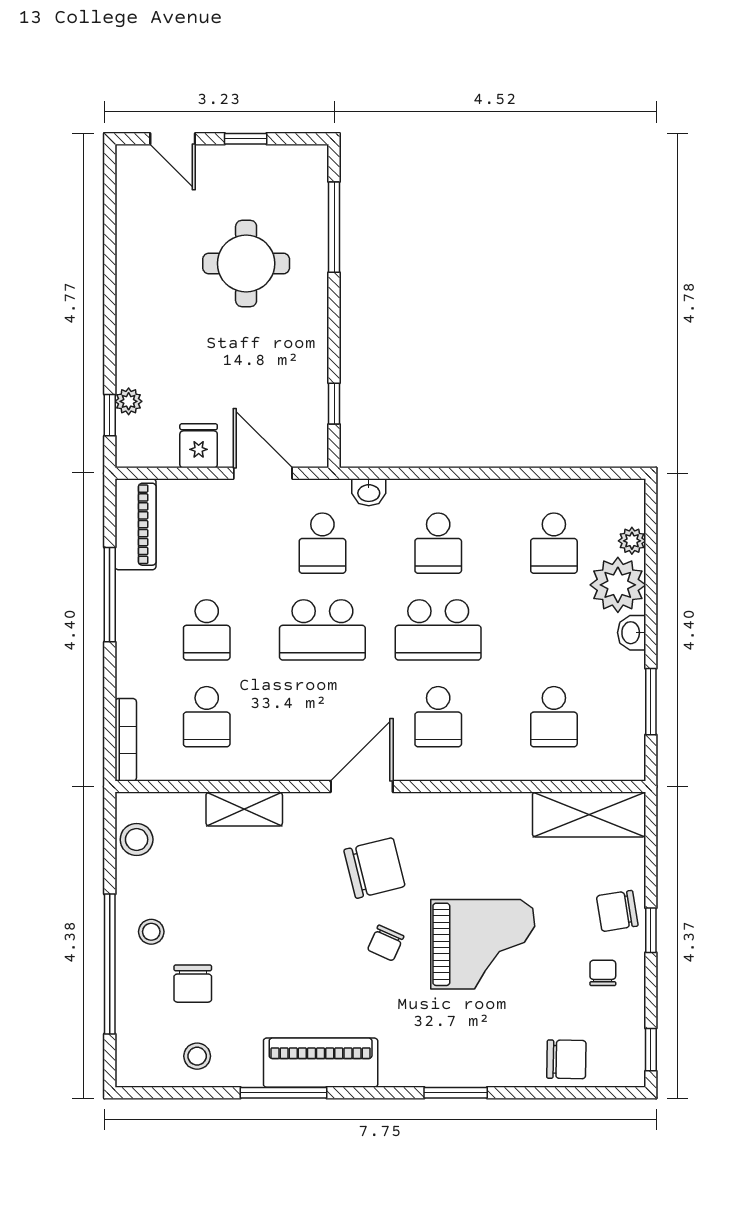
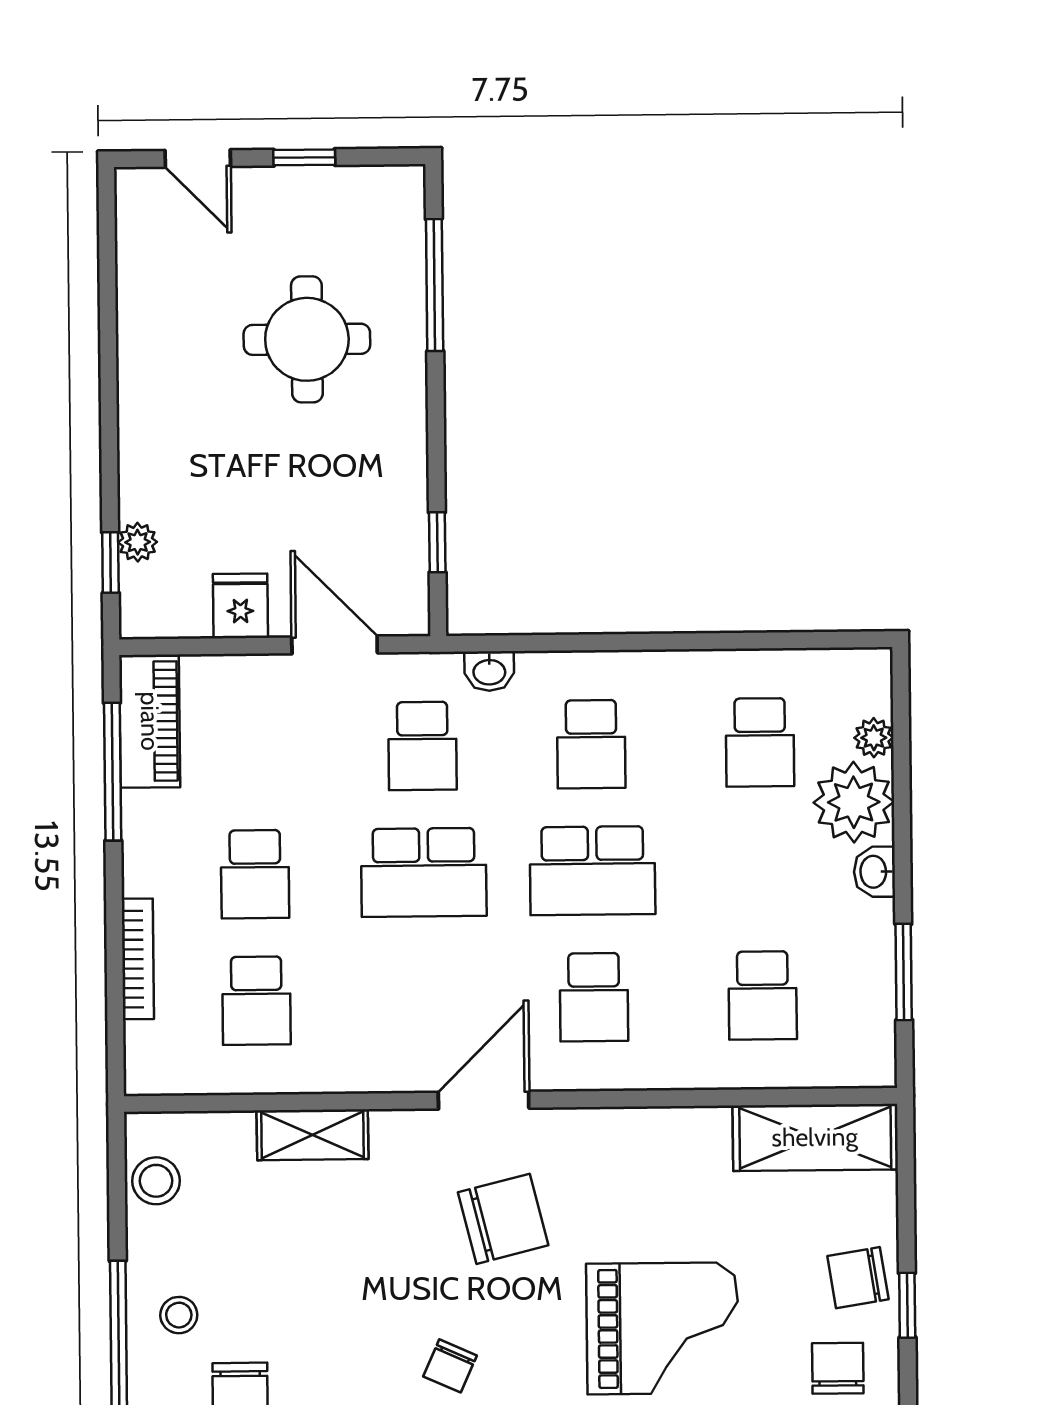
window: (110, 595) -> (113, 772), moved
bookcase: (126, 740) -> (138, 959), moved
chair: (386, 943) -> (450, 1366), moved
chair: (603, 973) -> (838, 1368), width x1.37, depth x1.37

